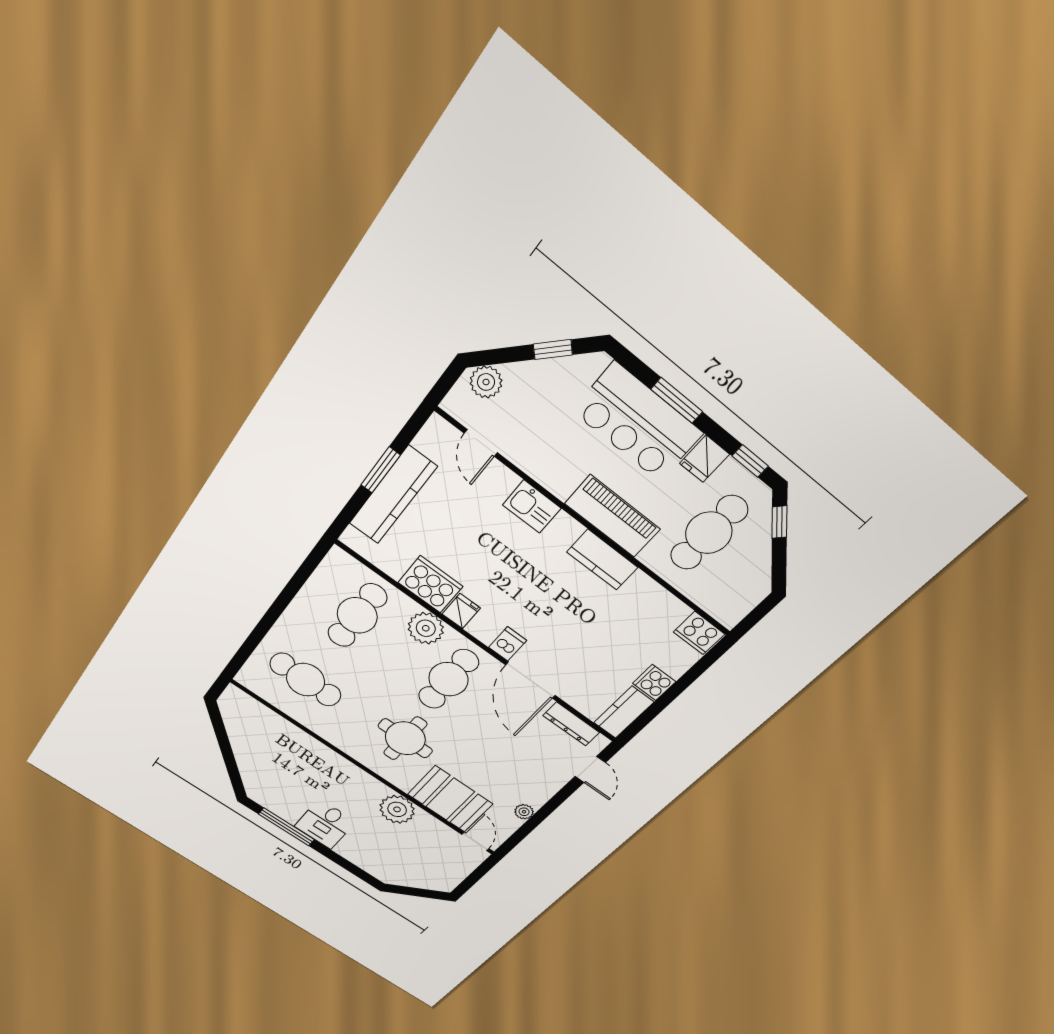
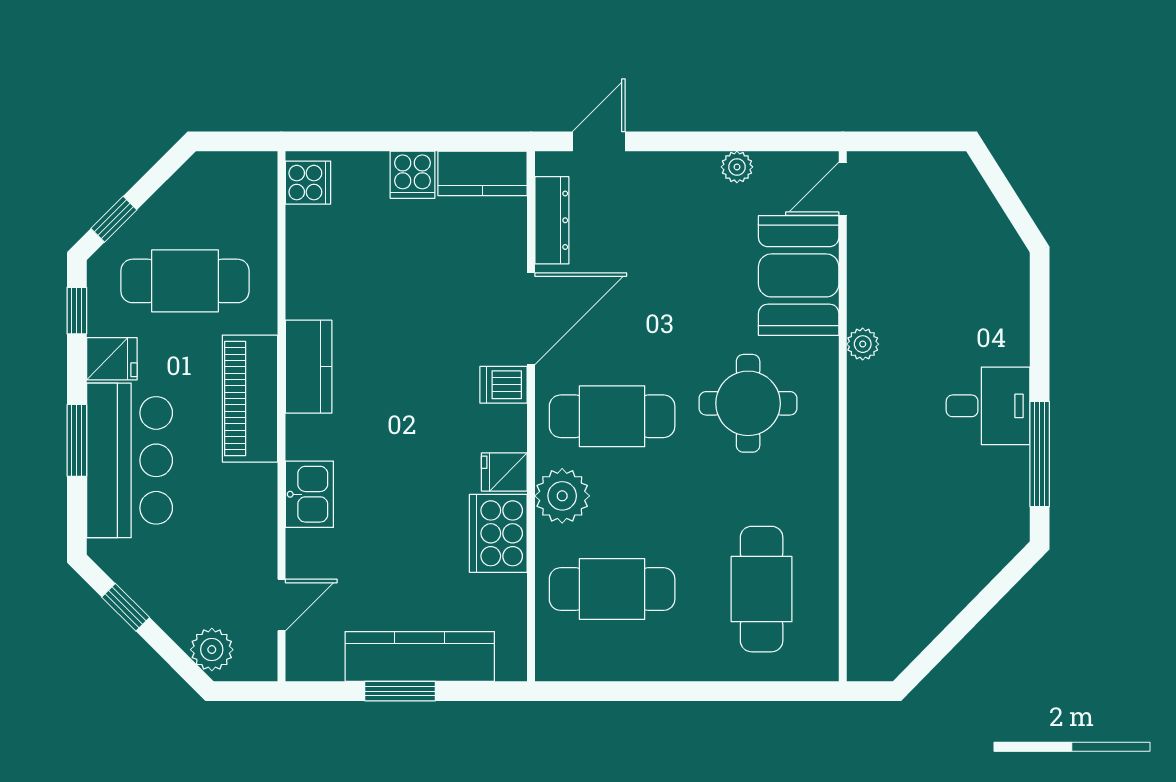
cooker: (699, 633) -> (308, 183), width x0.73
plant: (397, 809) -> (863, 344), width x0.53, depth x0.53

